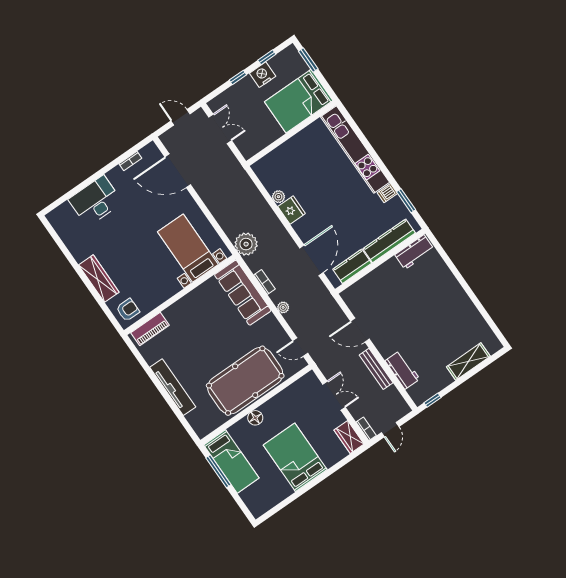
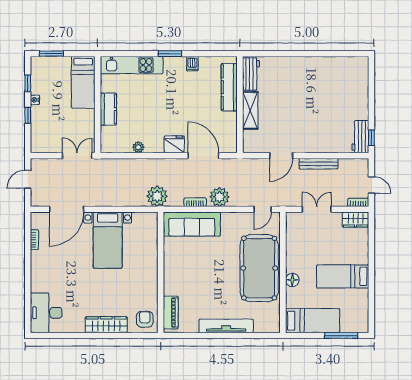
nightstand: (263, 75) -> (35, 100), width x0.53, depth x0.56
bed: (299, 101) -> (83, 82), width x0.67
double door: (220, 129) -> (77, 156), moved
kitchen unit: (355, 149) -> (132, 65), width x0.73
desk: (95, 201) -> (46, 313), moved
window: (406, 201) -> (170, 54), moved
fridge: (292, 210) -> (174, 144), moved
bed with nightstands: (188, 248) -> (108, 240), moved, turned -90
kitchen counter: (352, 266) -> (108, 109), moved, turned 180
plant: (283, 307) -> (219, 197), width x1.87, depth x1.87
shelving: (468, 361) -> (250, 110), moved
workbench: (402, 370) -> (360, 137), moved, turned -90
bed: (295, 457) -> (343, 276), width x0.67
window: (218, 471) -> (341, 335), moved

